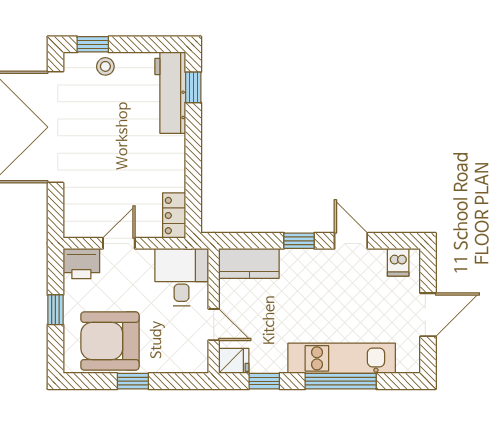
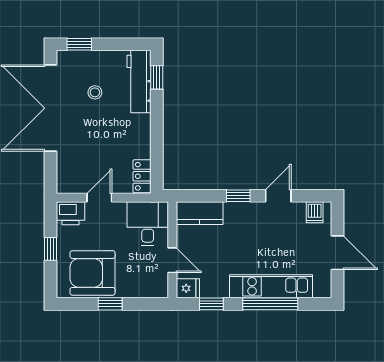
stool: (105, 66) -> (95, 92), moved
door: (351, 241) -> (278, 196), hinge flipped
door: (428, 315) -> (338, 253), hinge flipped

